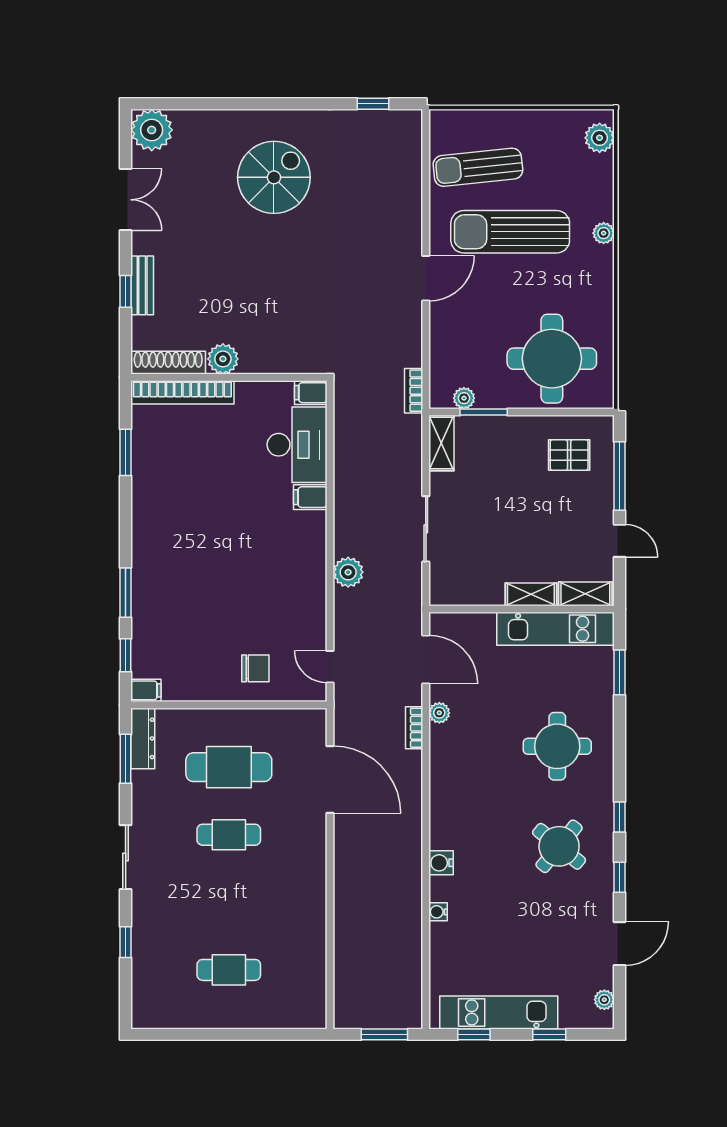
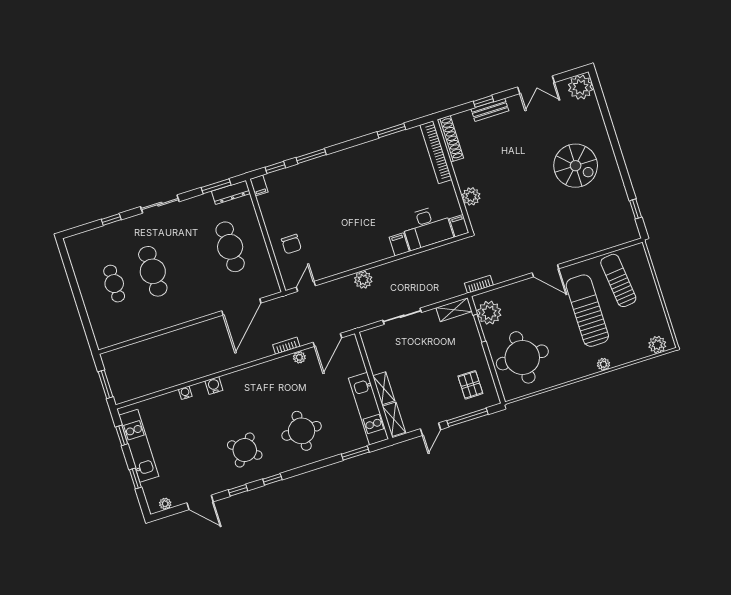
plant: (223, 359) -> (471, 196), moved
plant: (464, 398) -> (489, 313), width x1.88, depth x1.88
cafe table: (229, 835) -> (153, 271), moved, width x1.37, depth x1.35

